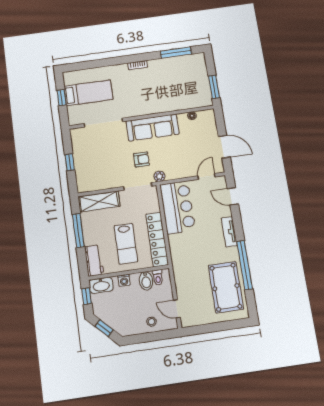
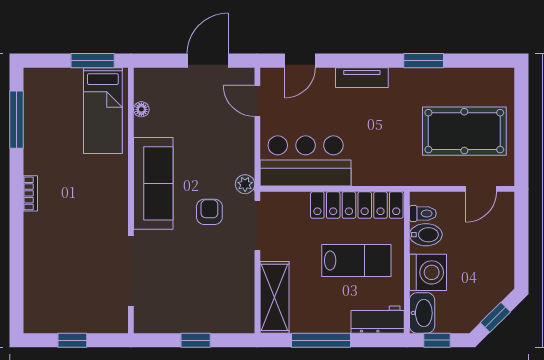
bed: (88, 93) -> (103, 111), moved, turned 180
window: (245, 265) -> (424, 61), width x0.47
washing machine: (124, 280) -> (428, 272), width x1.89, depth x1.89
pool table: (226, 287) -> (464, 131), moved
stool: (151, 322) -> (496, 235), removed

